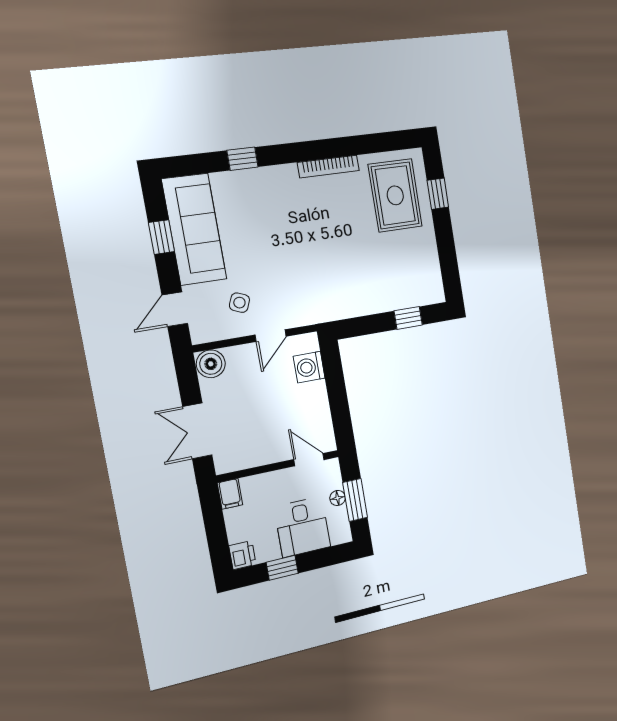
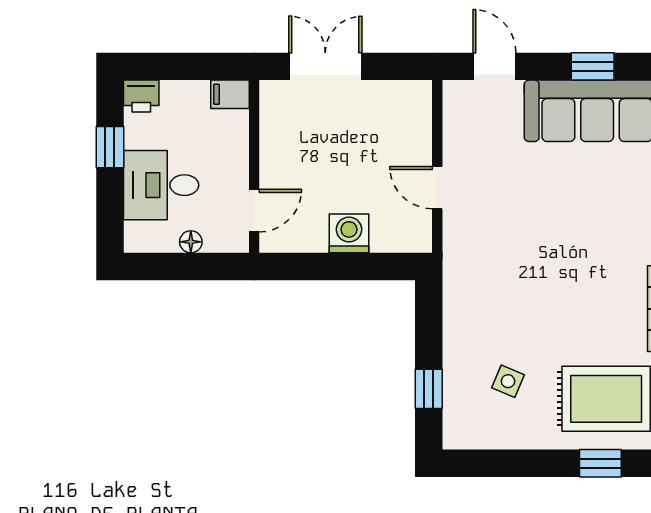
side table: (239, 303) -> (508, 381), moved
boiler: (211, 364) -> (413, 100), removed
washing machine: (309, 367) -> (349, 233), moved
window: (355, 500) -> (182, 267), removed

